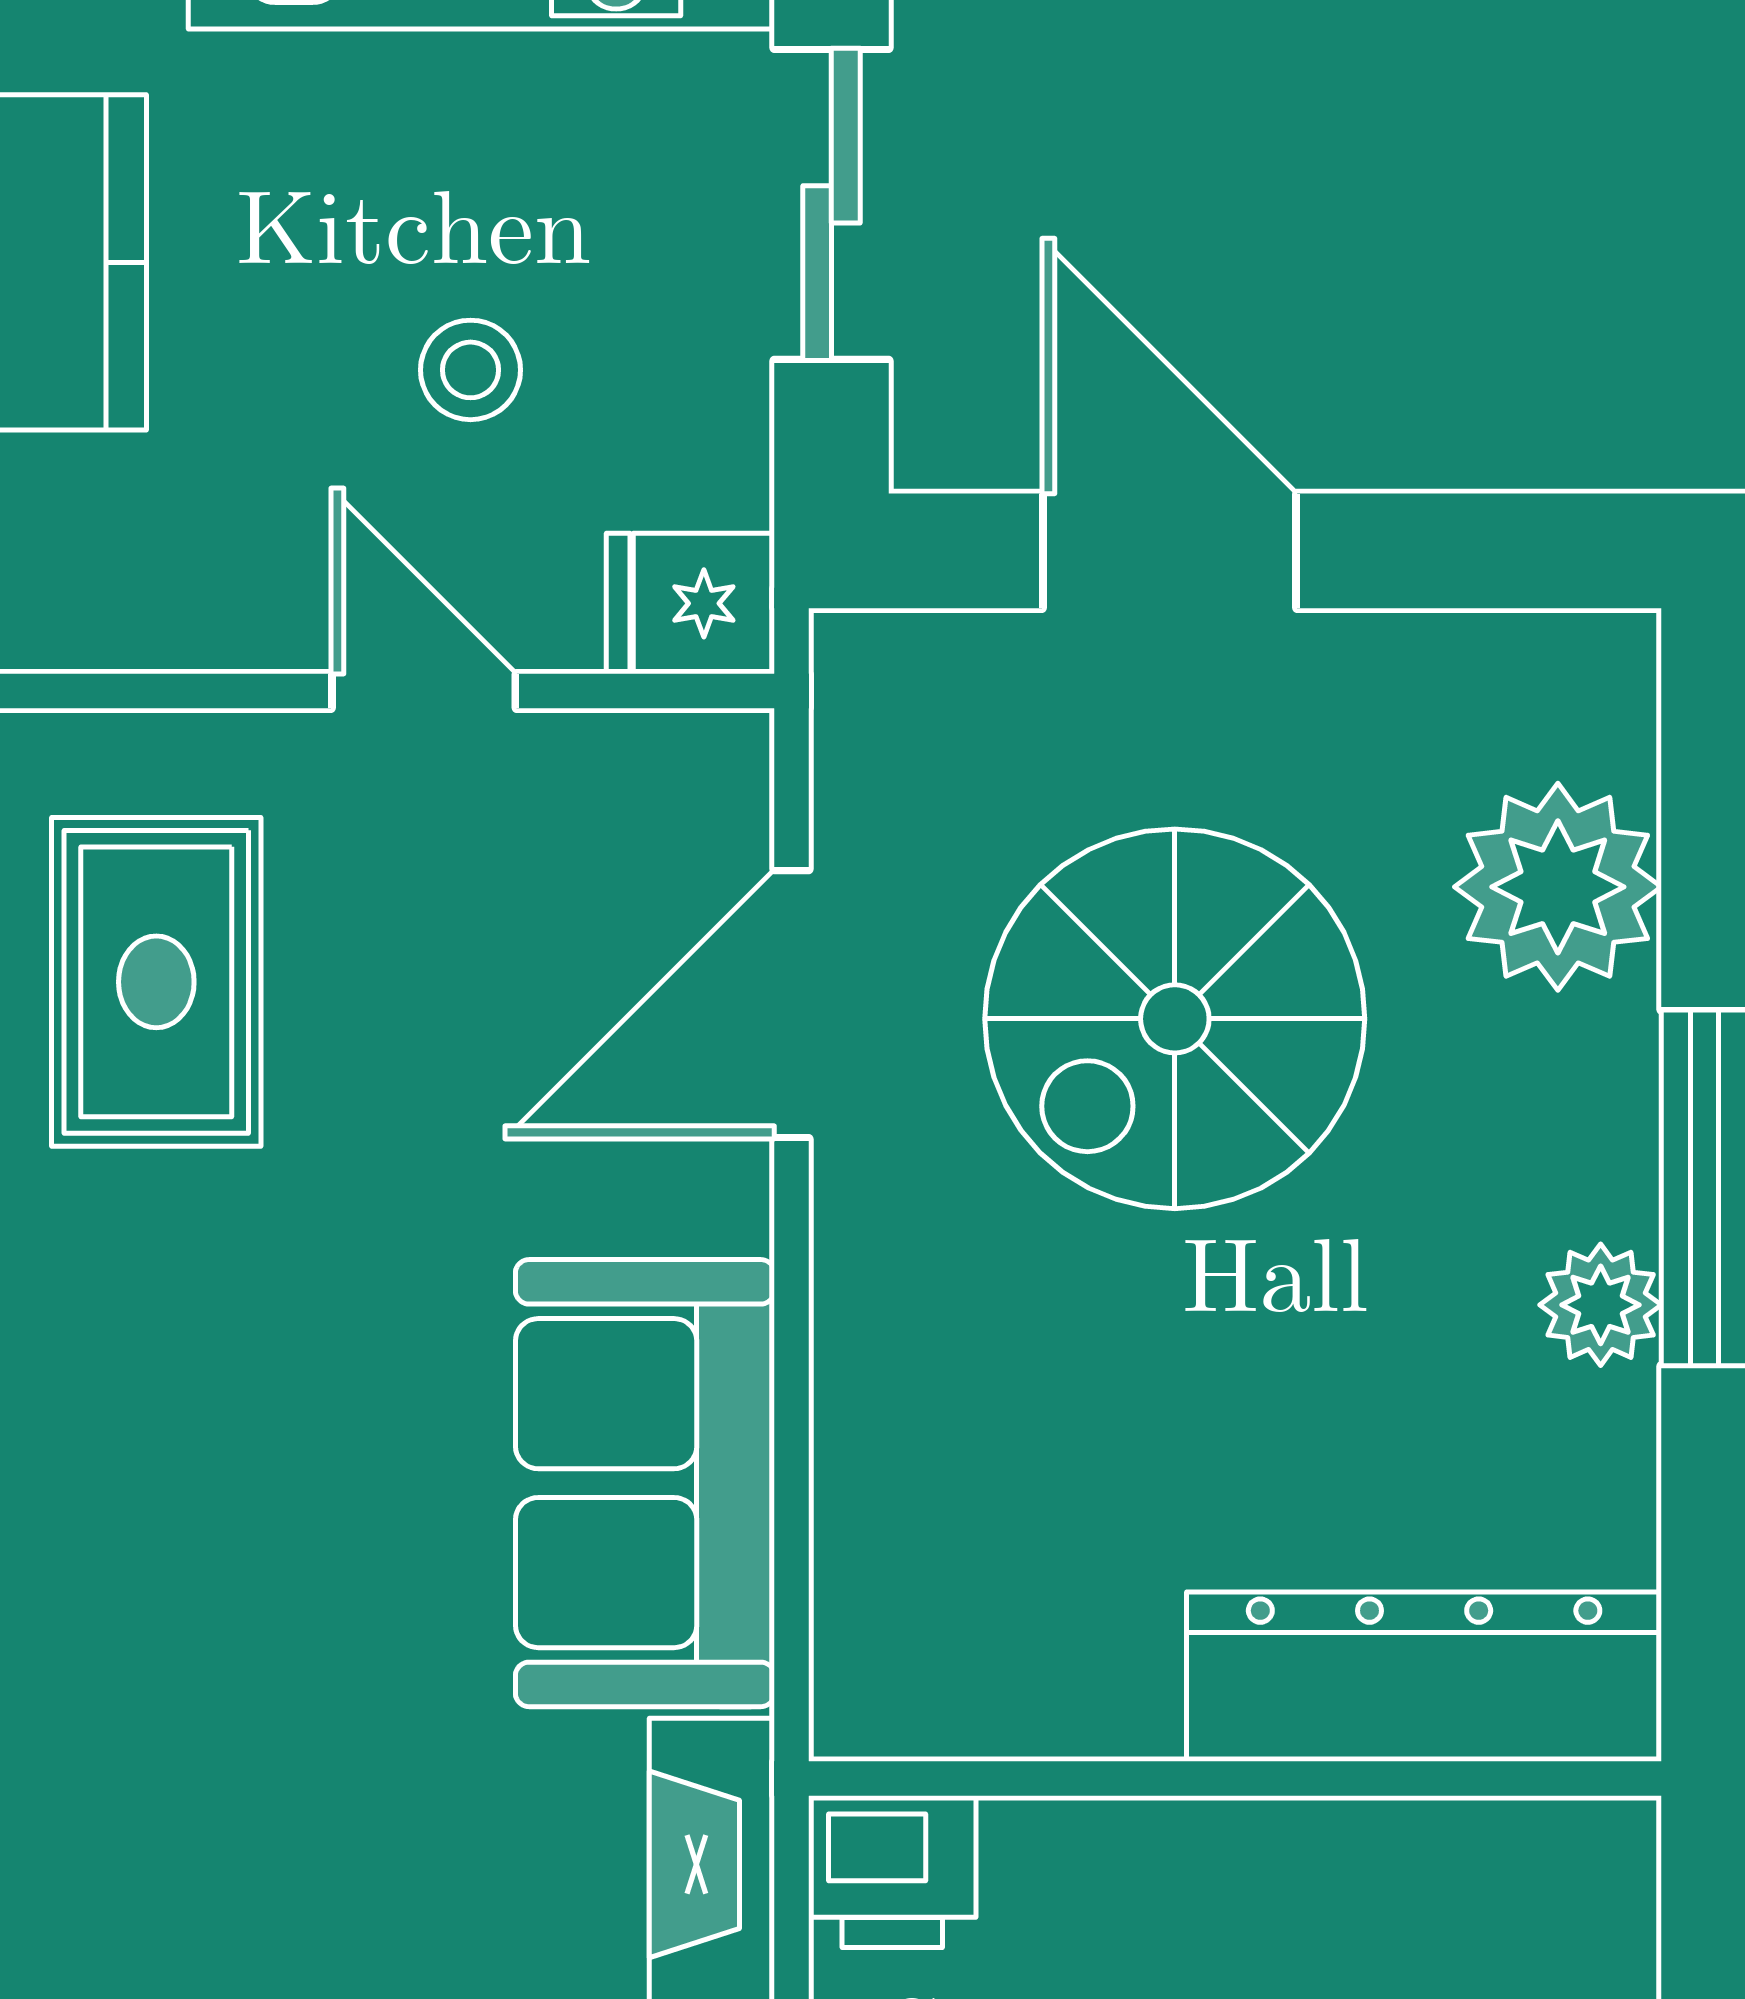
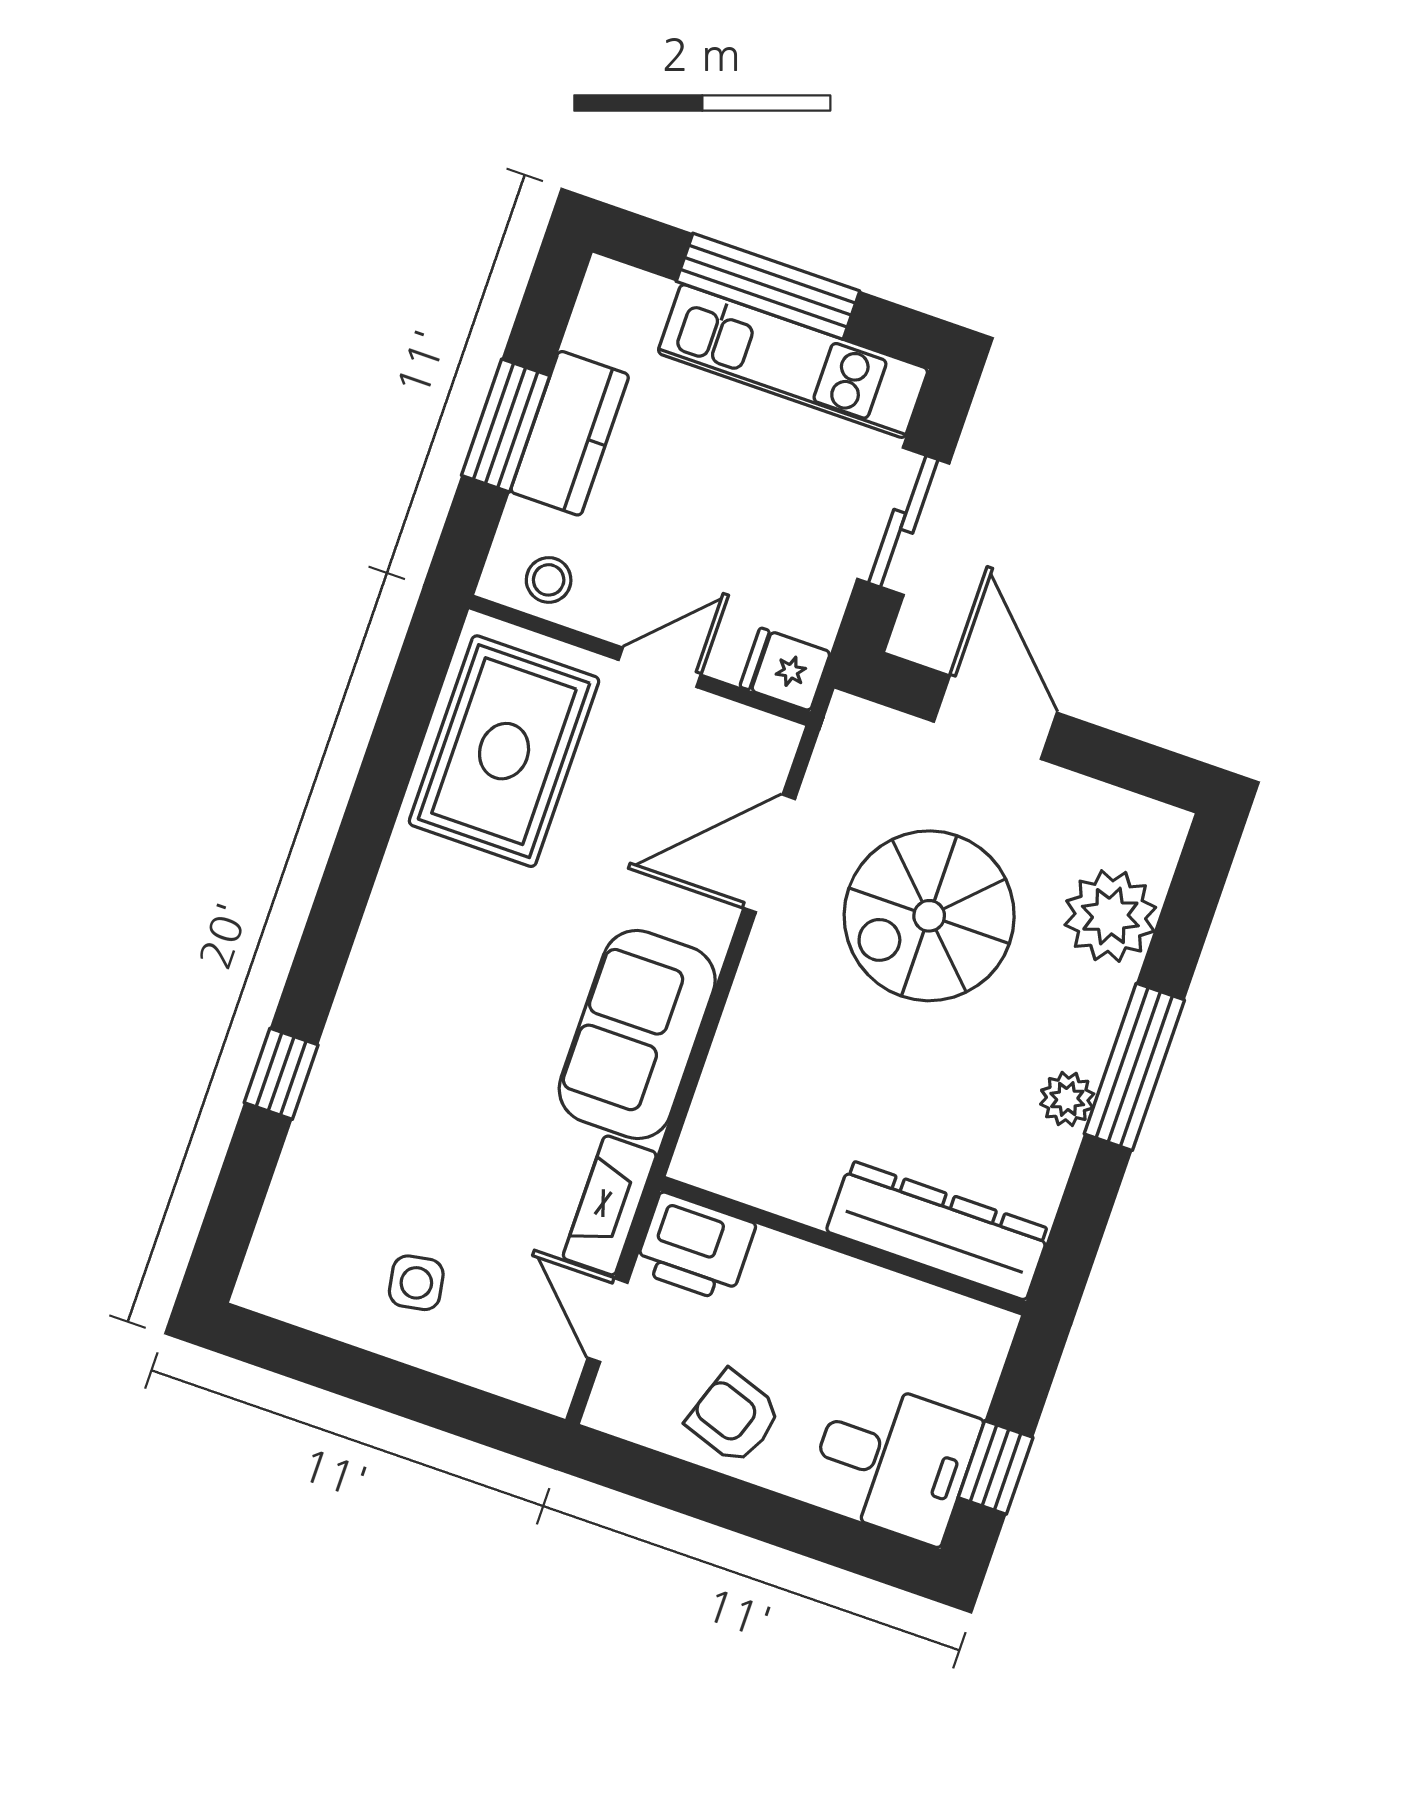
stool: (470, 370) -> (549, 580), moved
door: (424, 691) -> (660, 667), hinge flipped
rug: (156, 982) -> (504, 751), width x1.36, depth x1.43
printer: (892, 1872) -> (695, 1247), width x1.36, depth x1.24

